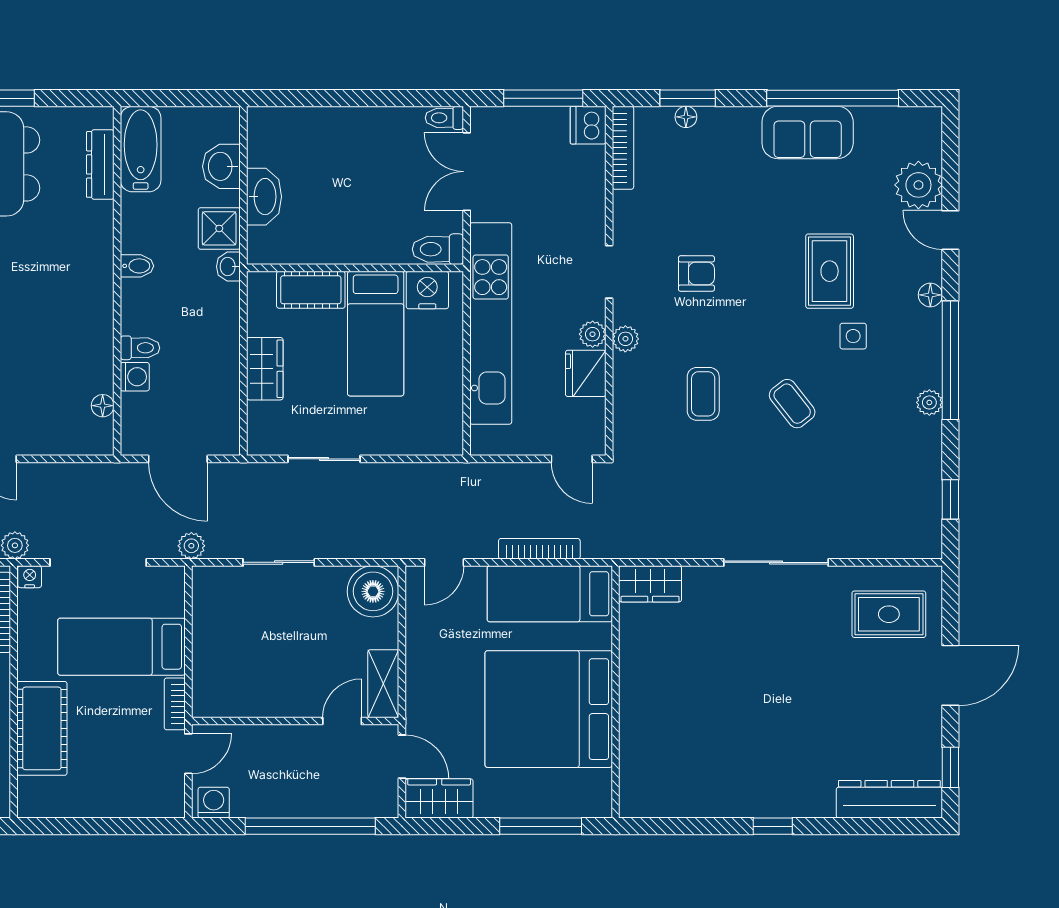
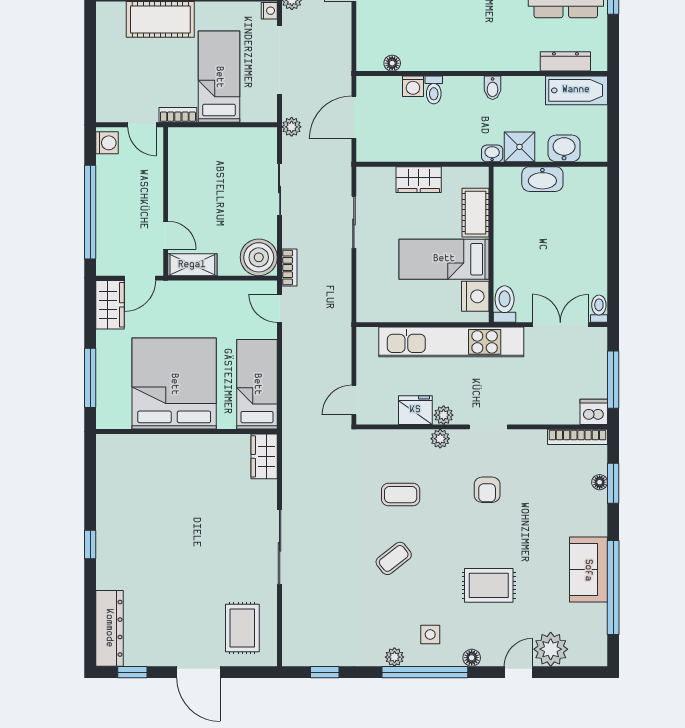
side table: (853, 336) -> (430, 634), moved
bookcase: (539, 549) -> (289, 268), moved, width x0.64

